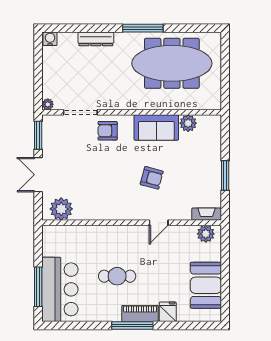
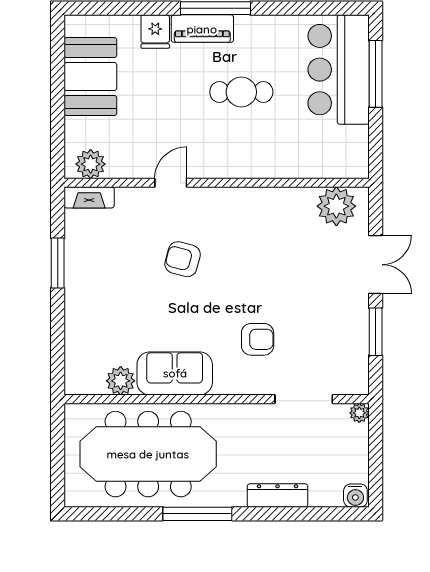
plant: (48, 104) -> (359, 413), moved
doorway: (80, 112) -> (304, 399), moved
wall: (132, 112) -> (217, 399), moved
plant: (188, 123) -> (121, 381), moved
sofa: (156, 128) -> (175, 373), moved

